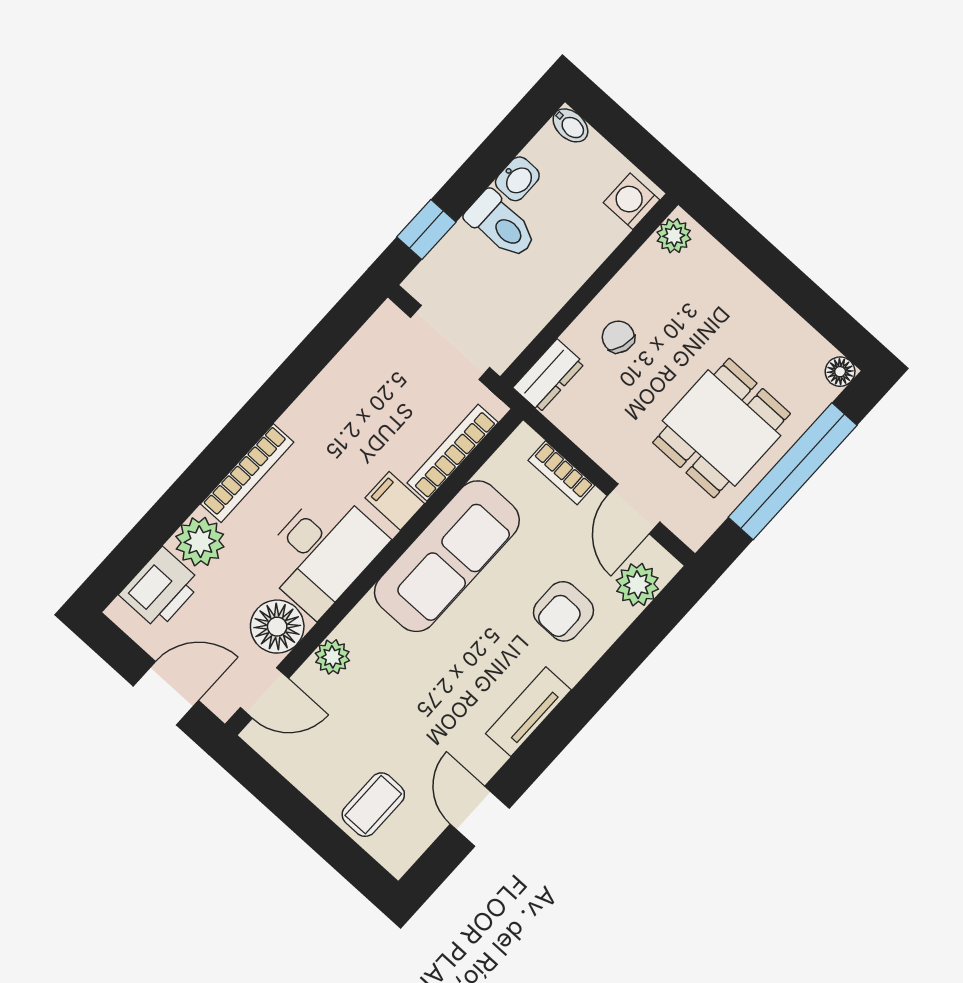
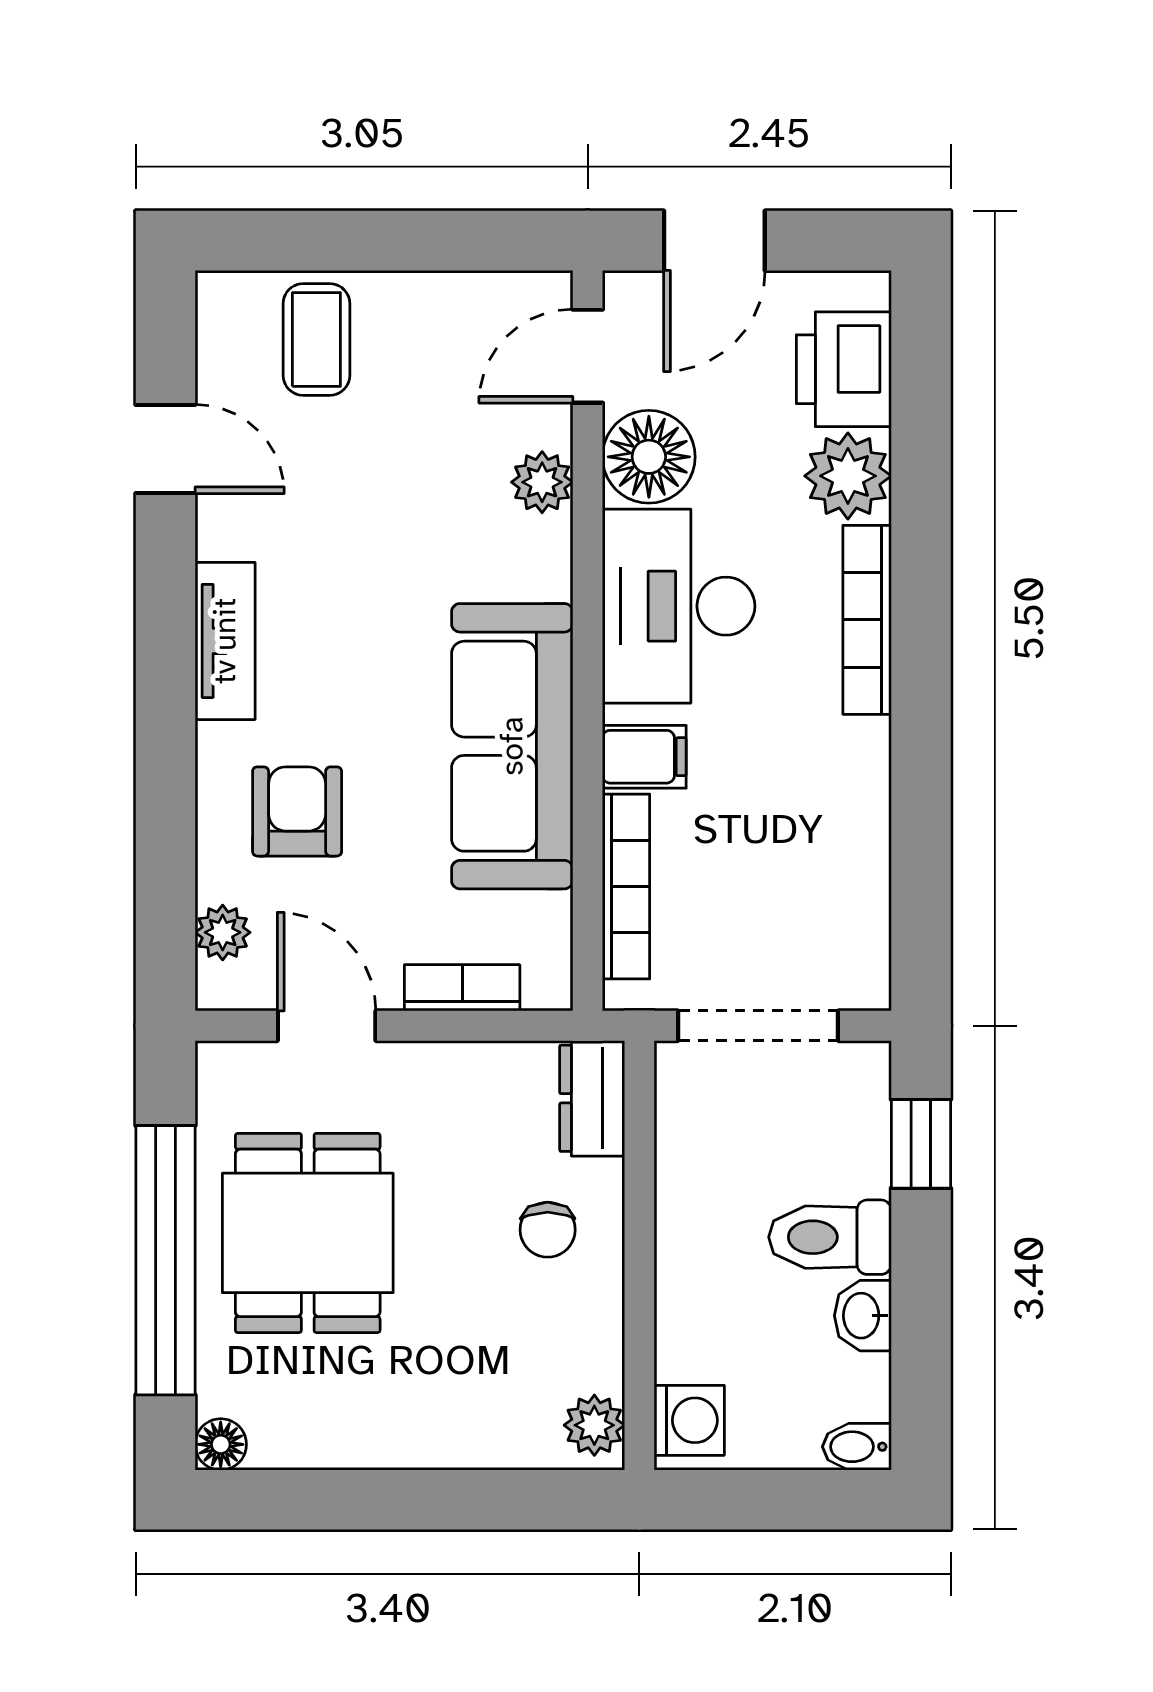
chair: (618, 337) -> (548, 1230), turned 72
plant: (637, 585) -> (223, 932), width x0.73, depth x0.73

